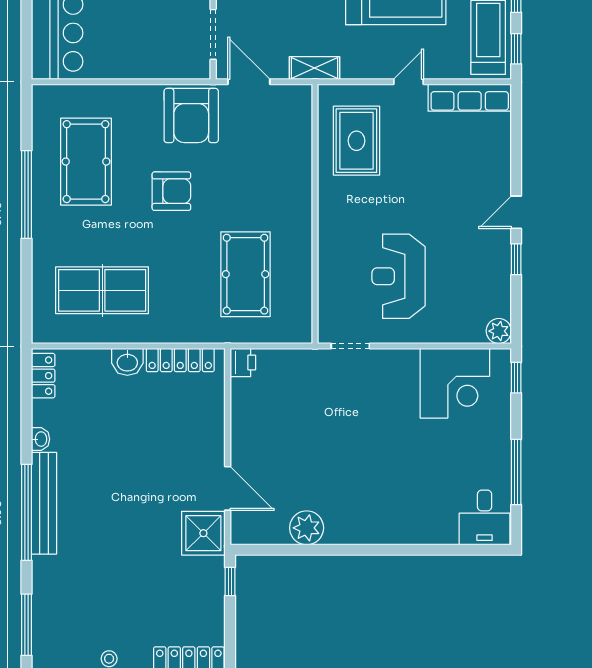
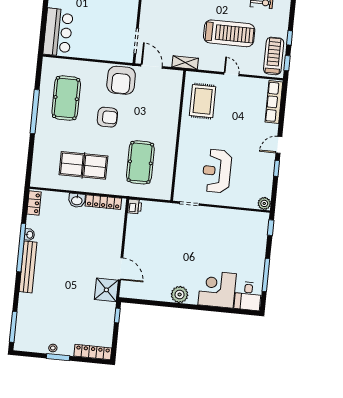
door: (409, 82) -> (232, 74), hinge flipped
row of seats: (470, 98) -> (274, 102), moved, turned 90
table tennis table: (102, 290) -> (83, 165), moved
corner desk: (455, 383) -> (217, 289), moved, turned 180
window: (26, 512) -> (21, 248), moved
plant: (307, 528) -> (180, 294), moved

